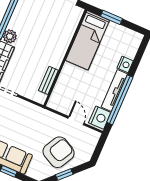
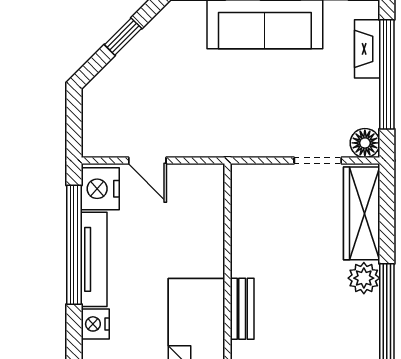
bench: (48, 80) -> (242, 309), moved
armchair: (59, 152) -> (155, 78), removed

